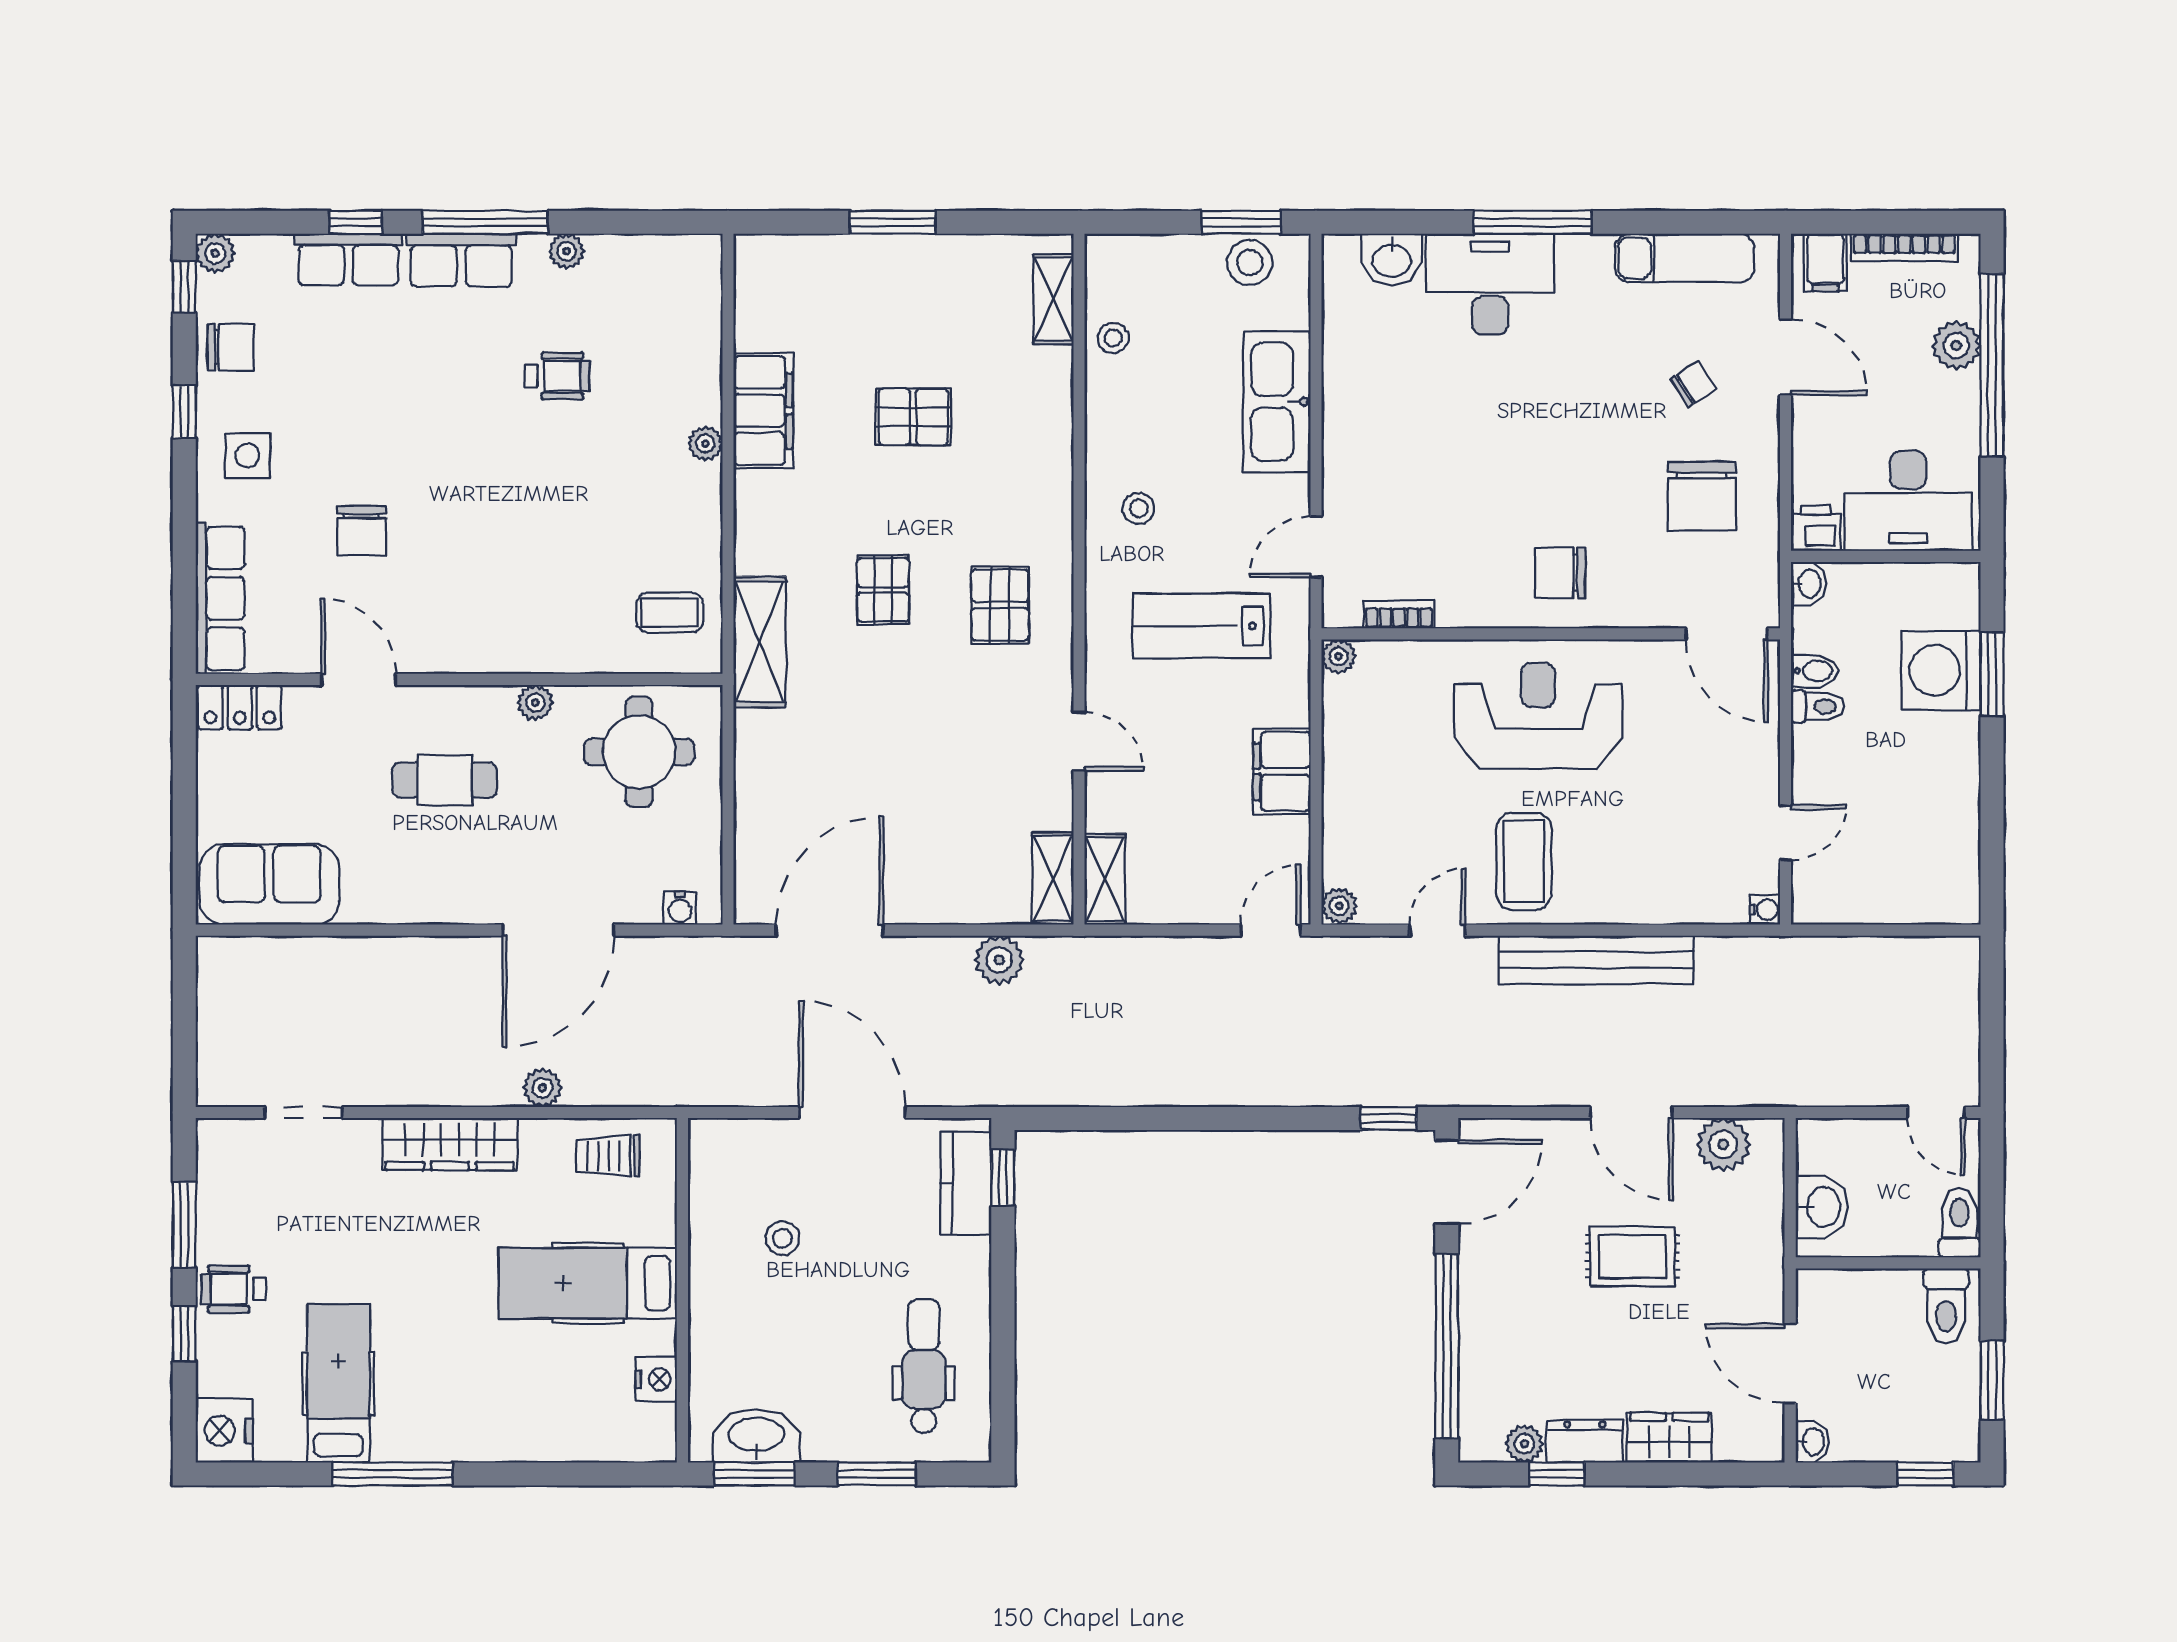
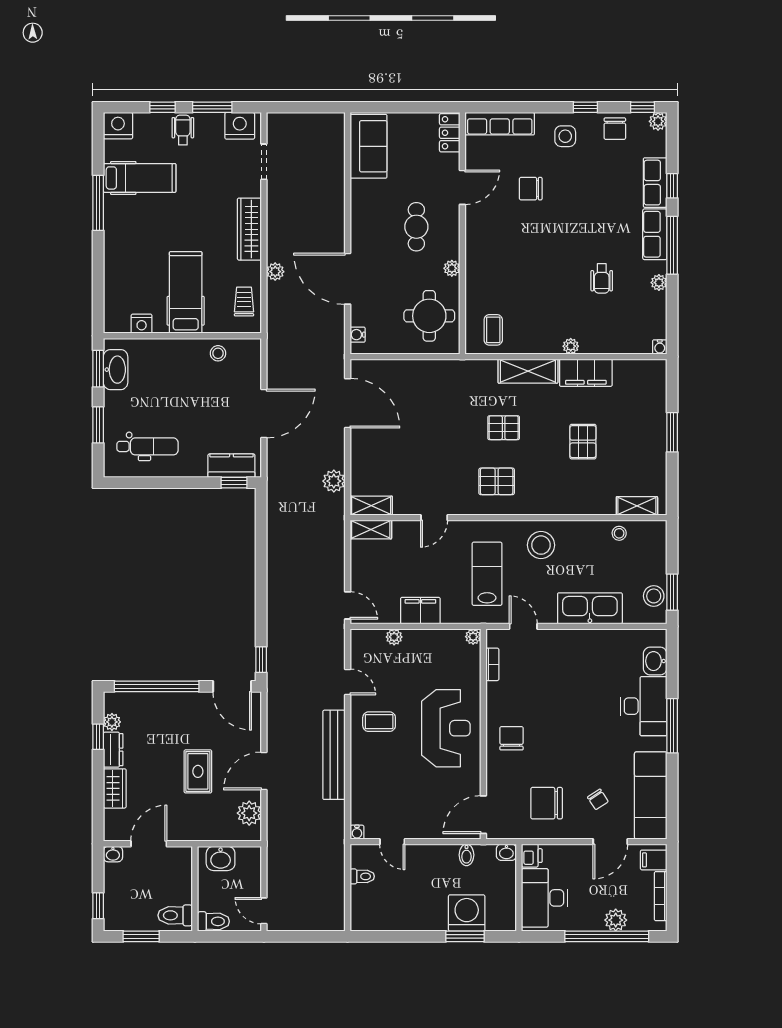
water cooler: (707, 249) -> (660, 347), added
exam couch: (1685, 258) -> (651, 795), width x1.36, depth x1.45
stool: (1139, 508) -> (541, 545), width x1.89, depth x1.89
shelving: (760, 642) -> (528, 371), moved
toilet: (1817, 707) -> (362, 876), moved, turned -90
coffee table: (1524, 861) -> (379, 722), width x0.73, depth x0.77
plant: (1339, 906) -> (394, 637), moved
door: (1936, 1112) -> (264, 911), hinge flipped
nightstand: (225, 1165) -> (240, 126), added
stool: (782, 1238) -> (218, 353), moved

